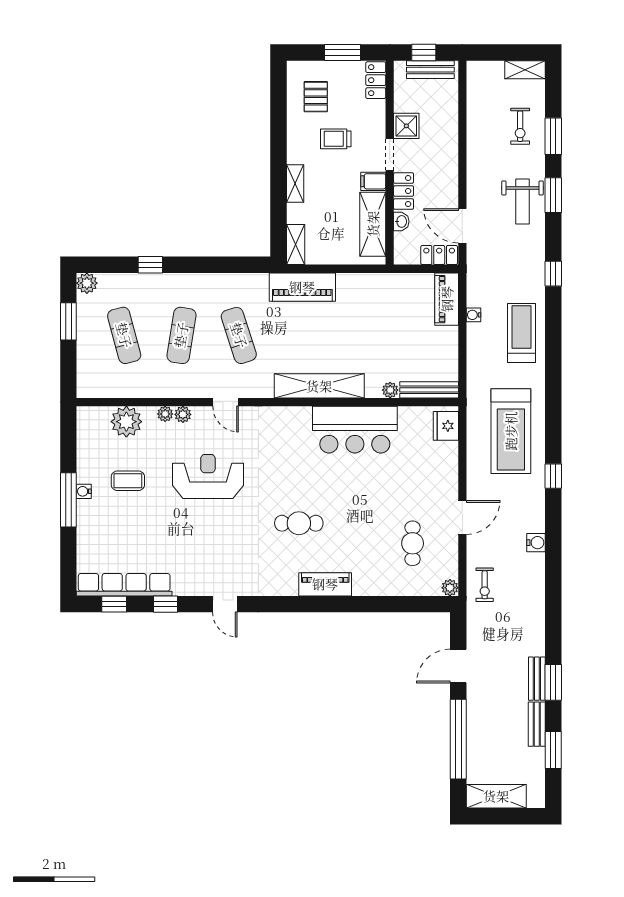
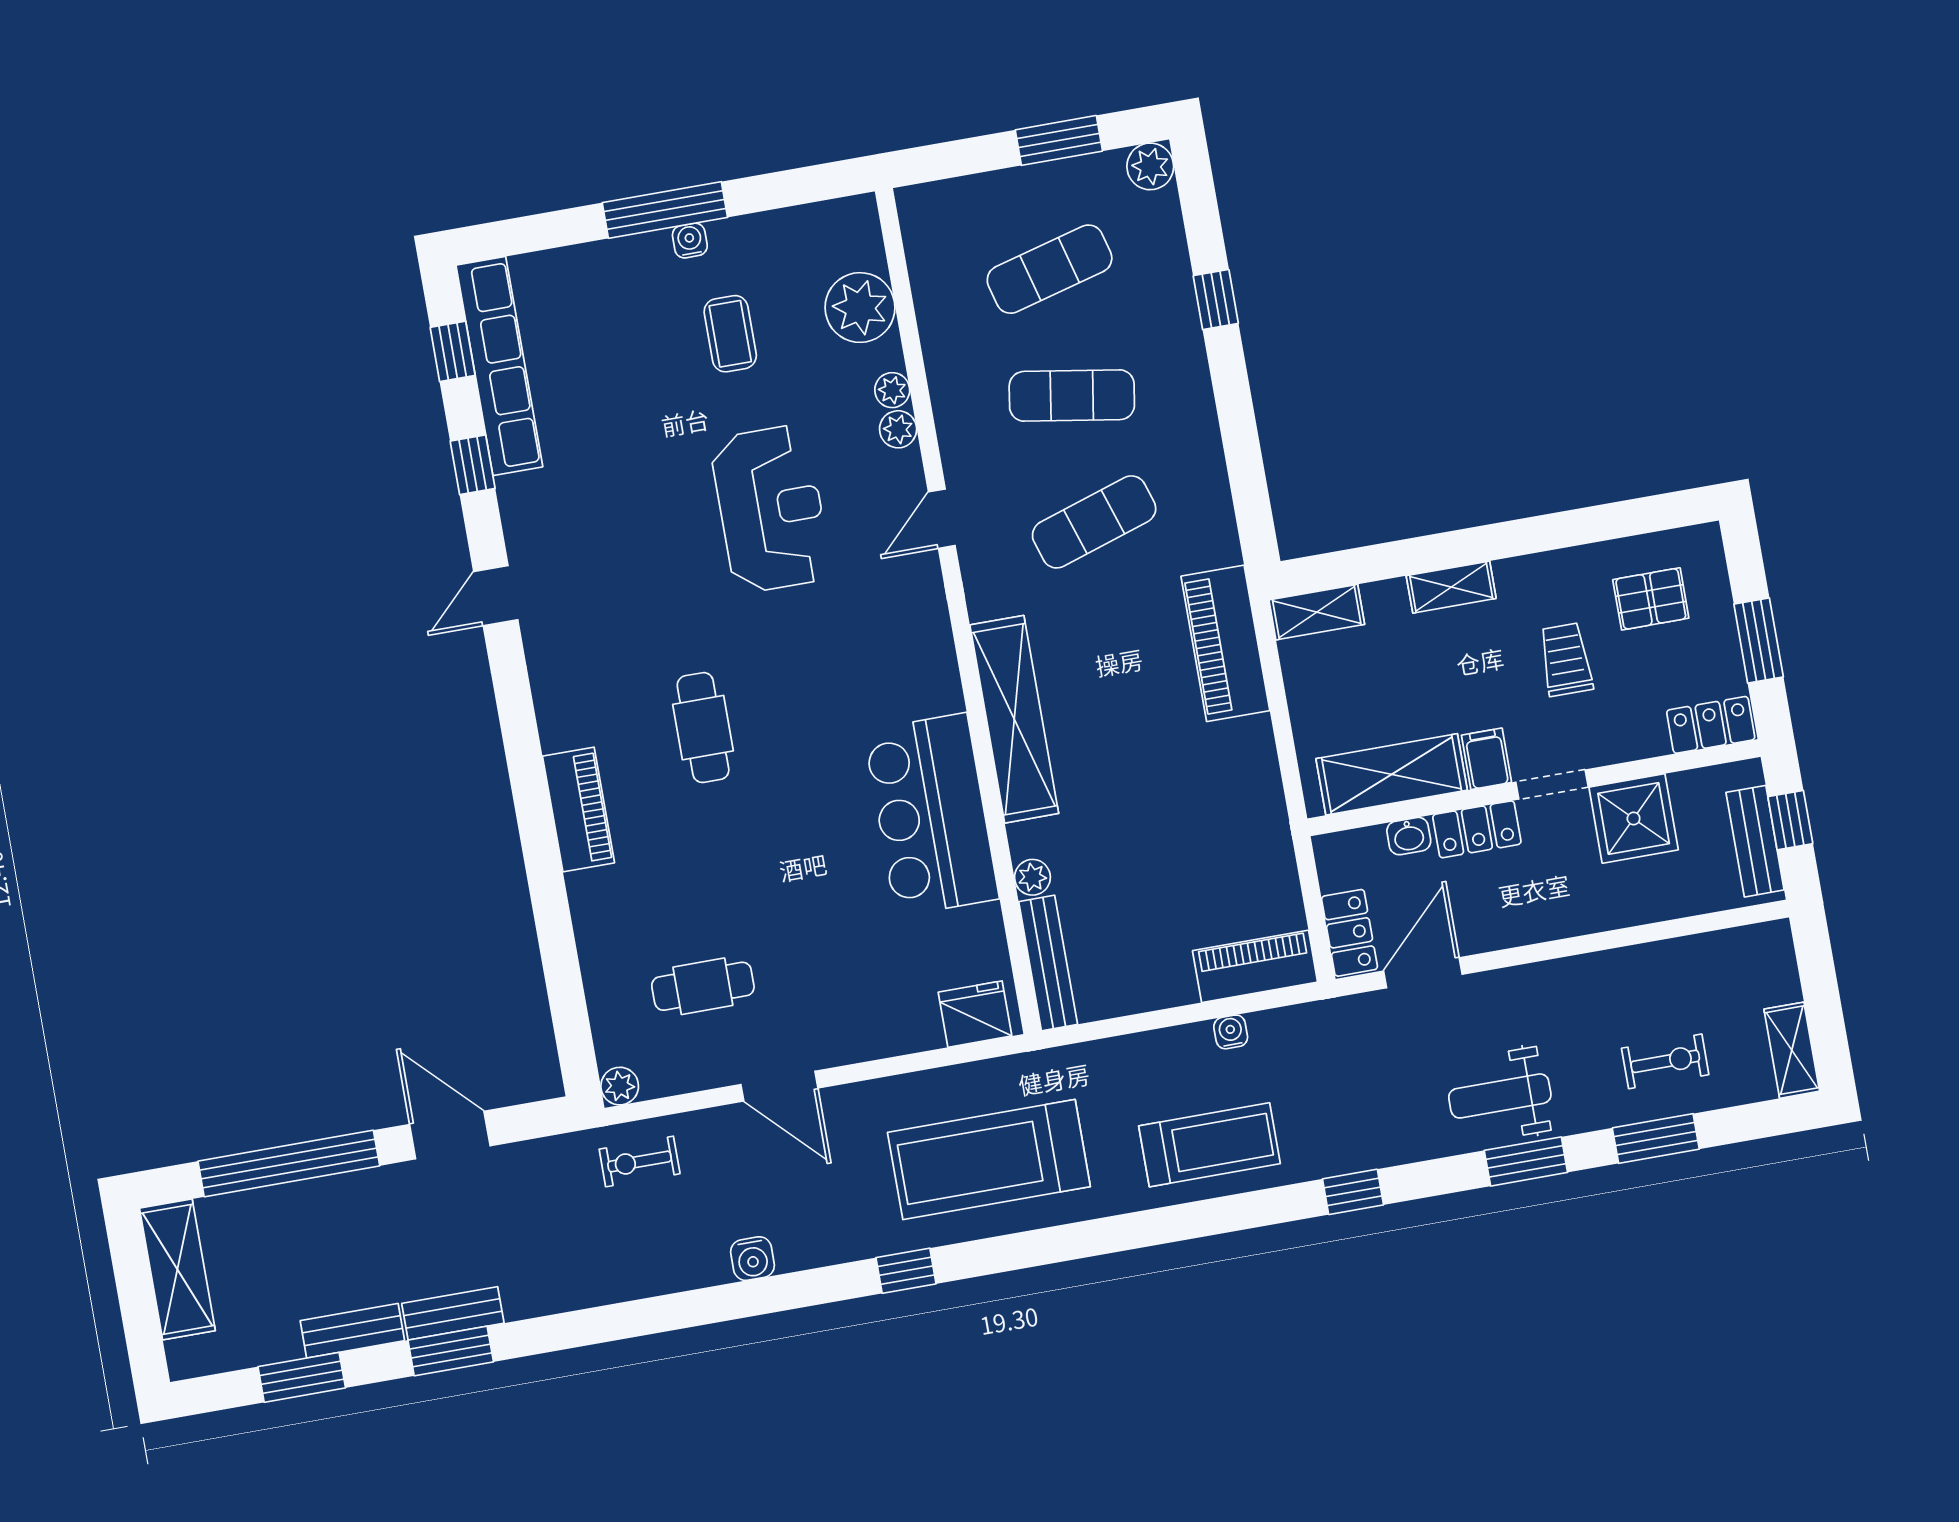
shower: (406, 126) -> (1634, 819), width x1.36, depth x1.36
exercise bike: (520, 126) -> (1665, 1061), turned 180

